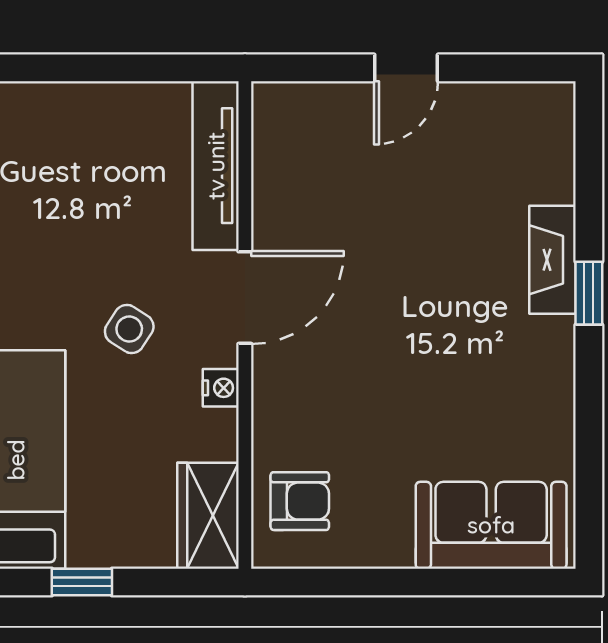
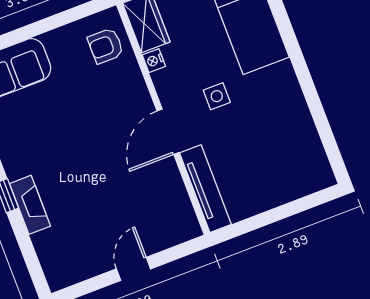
side table: (129, 329) -> (217, 96), turned -33
nightstand: (221, 388) -> (154, 61), moved

